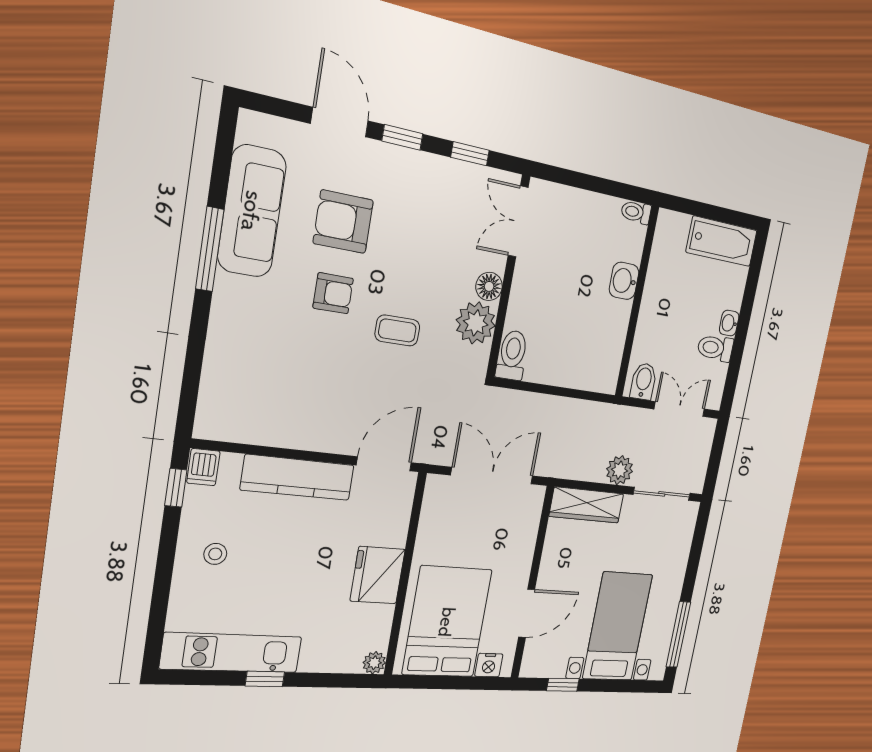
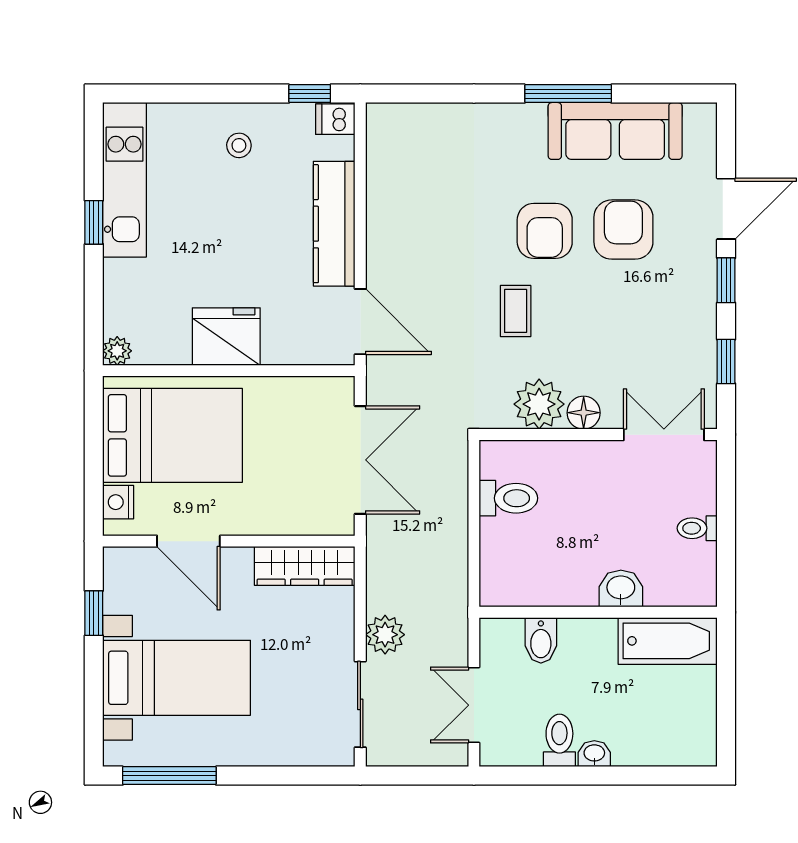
toilet: (636, 212) -> (697, 528), moved, turned -90
bathtub: (722, 241) -> (668, 641), moved, turned -90
armchair: (333, 293) -> (545, 231), width x1.38, depth x1.38
toilet: (512, 355) -> (508, 498), moved
bidet: (643, 381) -> (541, 640), moved, turned 90
double door: (679, 409) -> (474, 705), swing flipped
wardrobe: (587, 505) -> (305, 566), moved, turned -90

